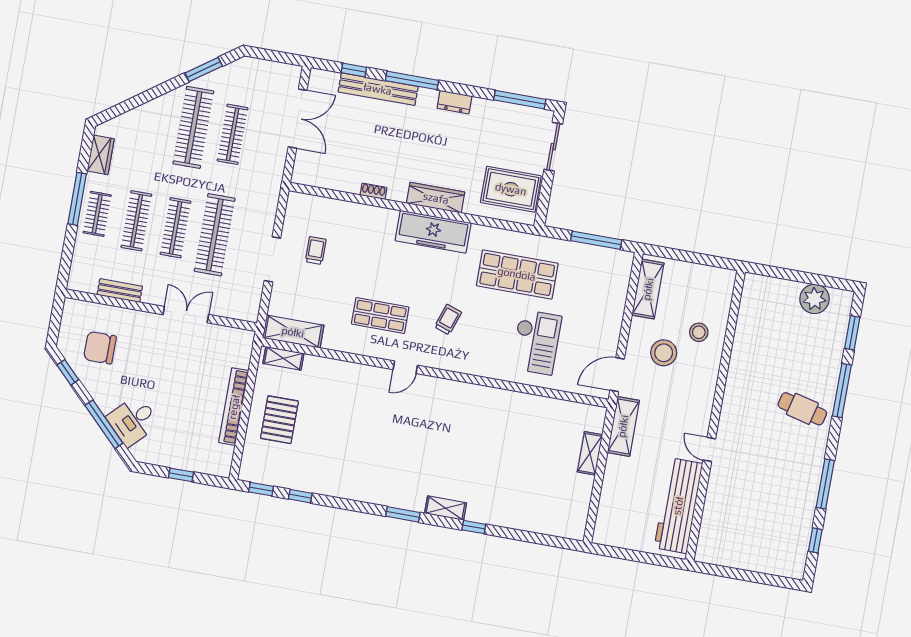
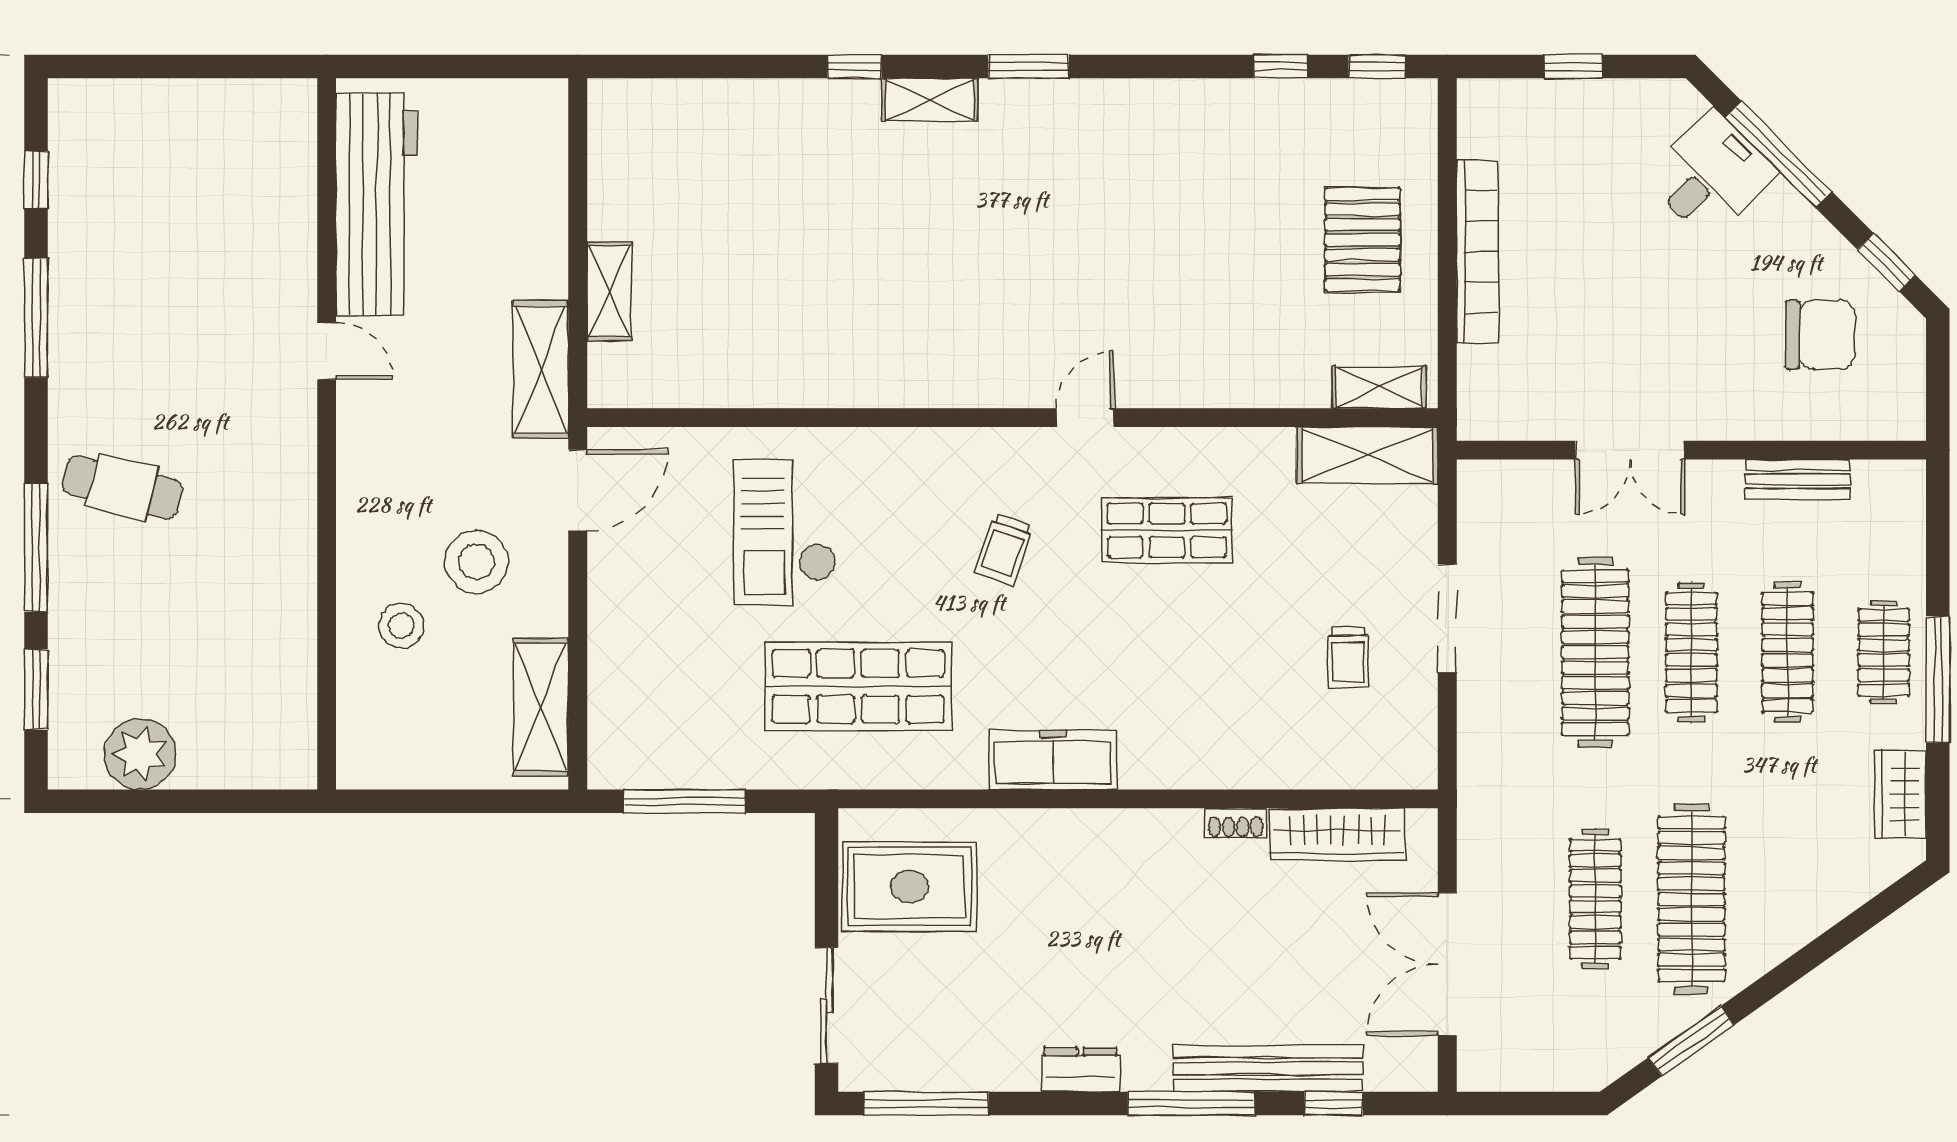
wardrobe: (436, 198) -> (1337, 834), moved
freezer: (433, 232) -> (1053, 760), width x0.73, depth x0.79

